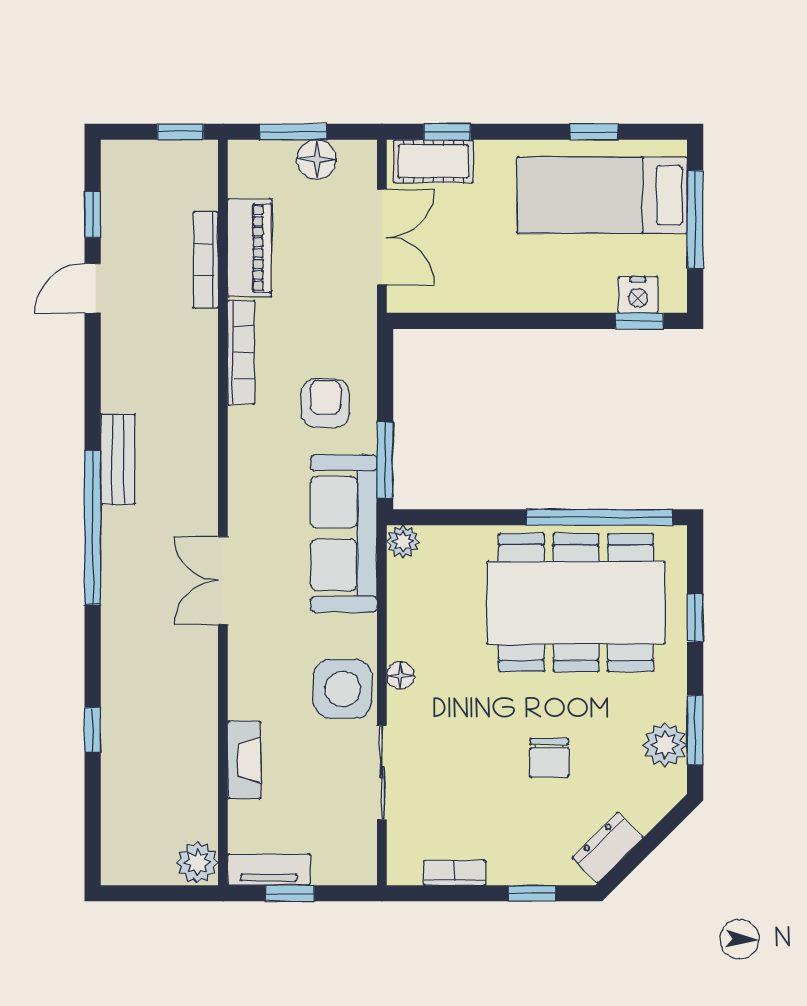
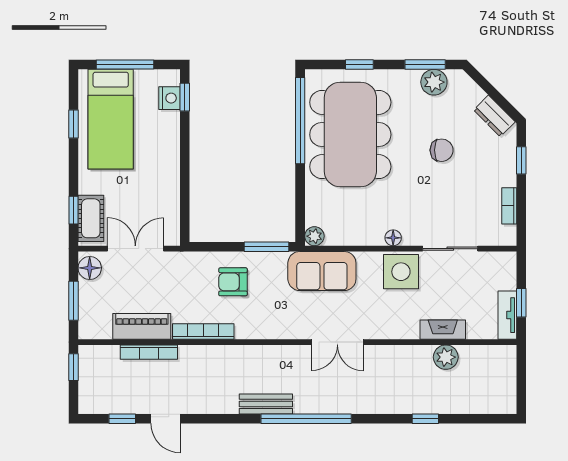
floor lamp: (317, 159) -> (90, 268), moved
sofa: (344, 534) -> (322, 271), width x0.73
plant: (197, 863) -> (446, 357), moved

